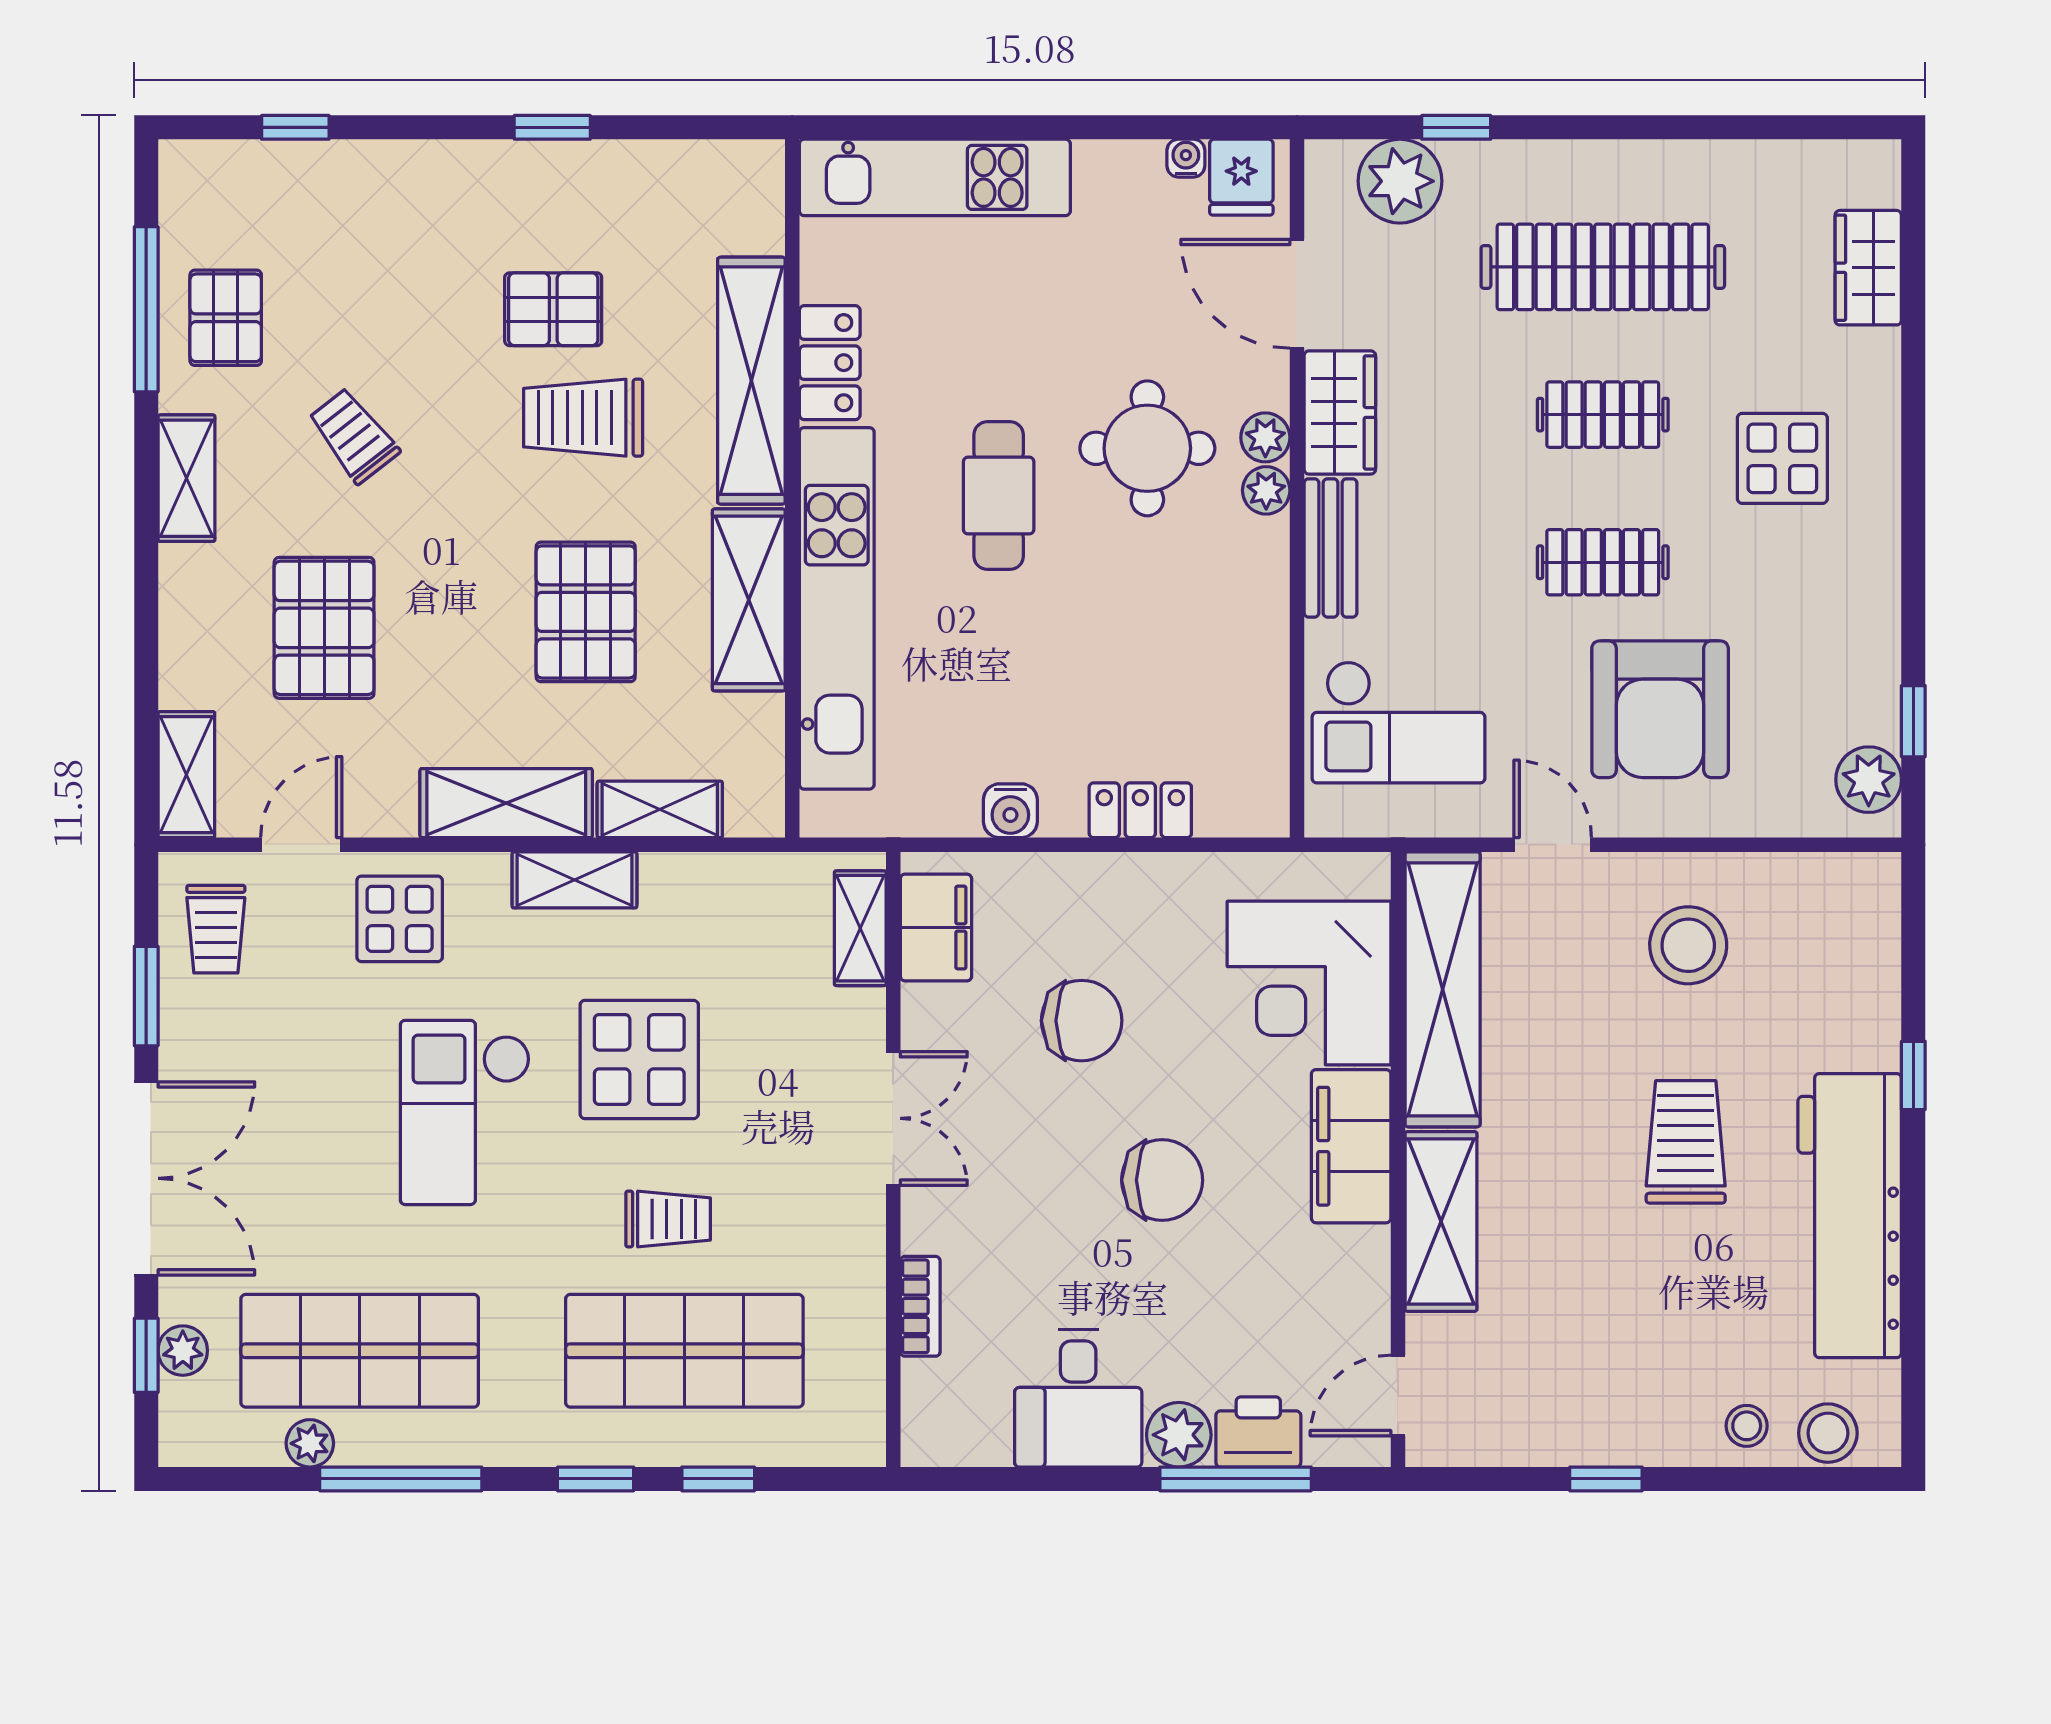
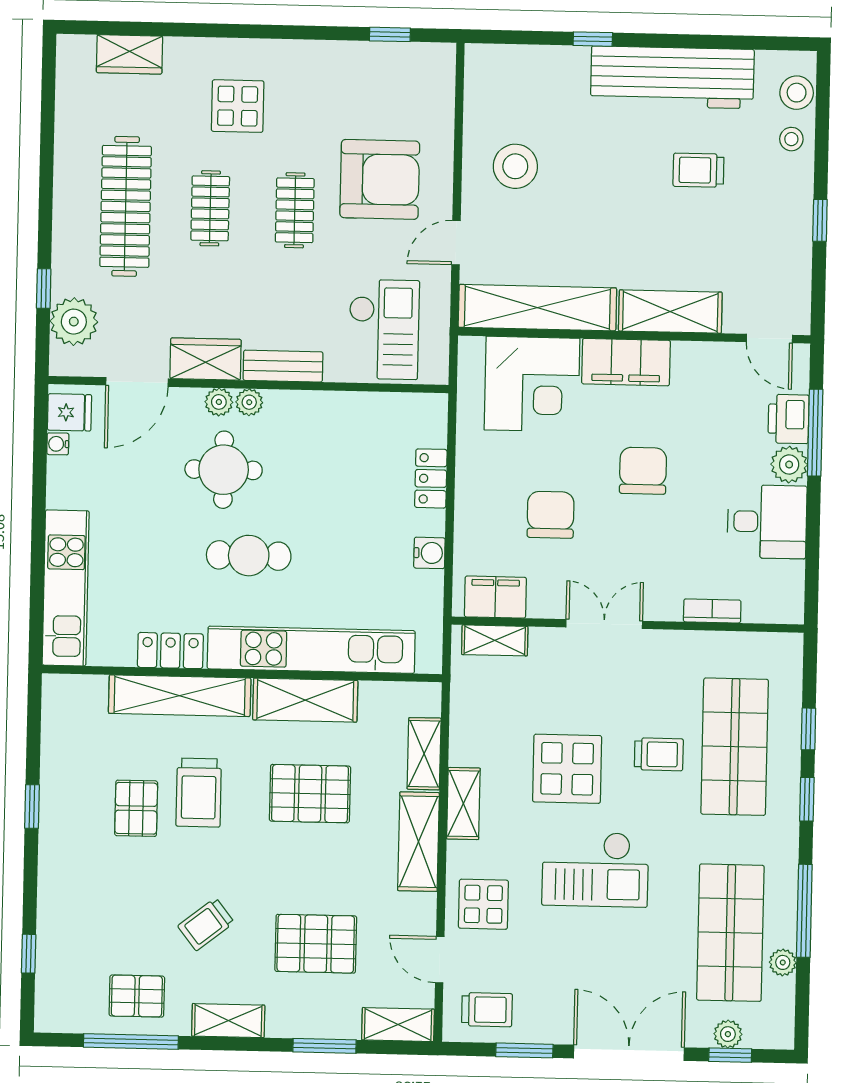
window: (146, 647) -> (324, 1046), added
plant: (1869, 780) -> (423, 61), removed
trolley: (1686, 1142) -> (698, 170), moved, width x0.73, depth x0.72
trolley: (668, 1219) -> (659, 754), turned 90

